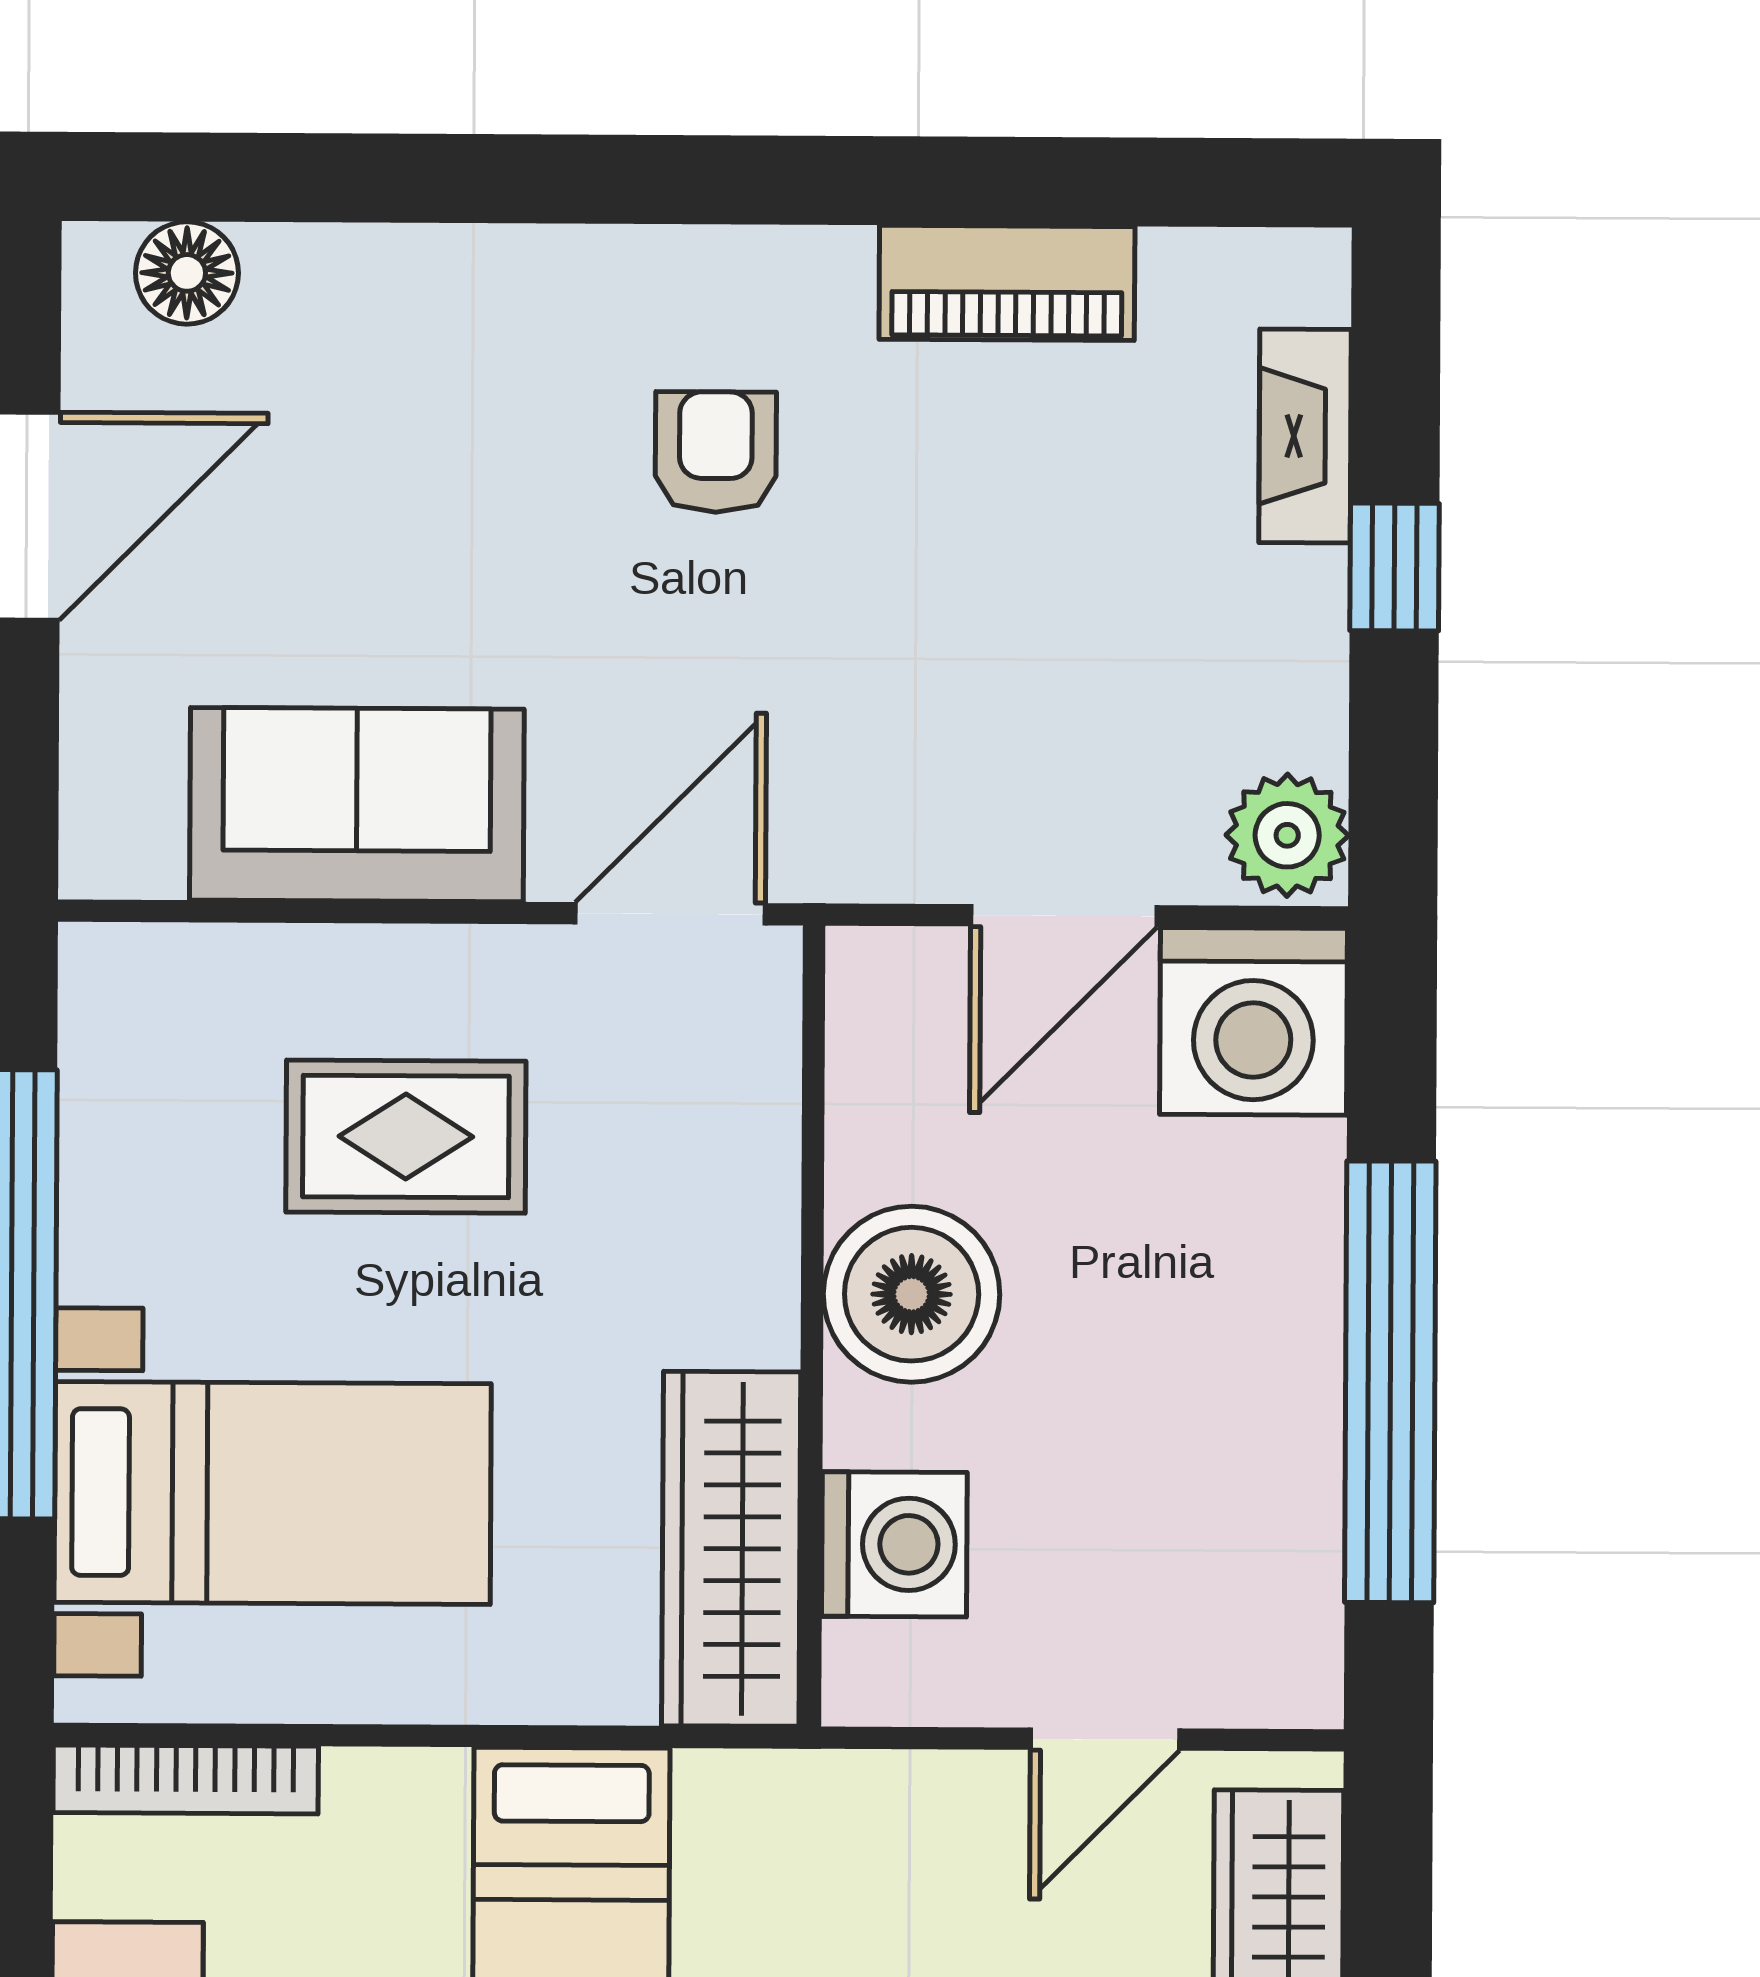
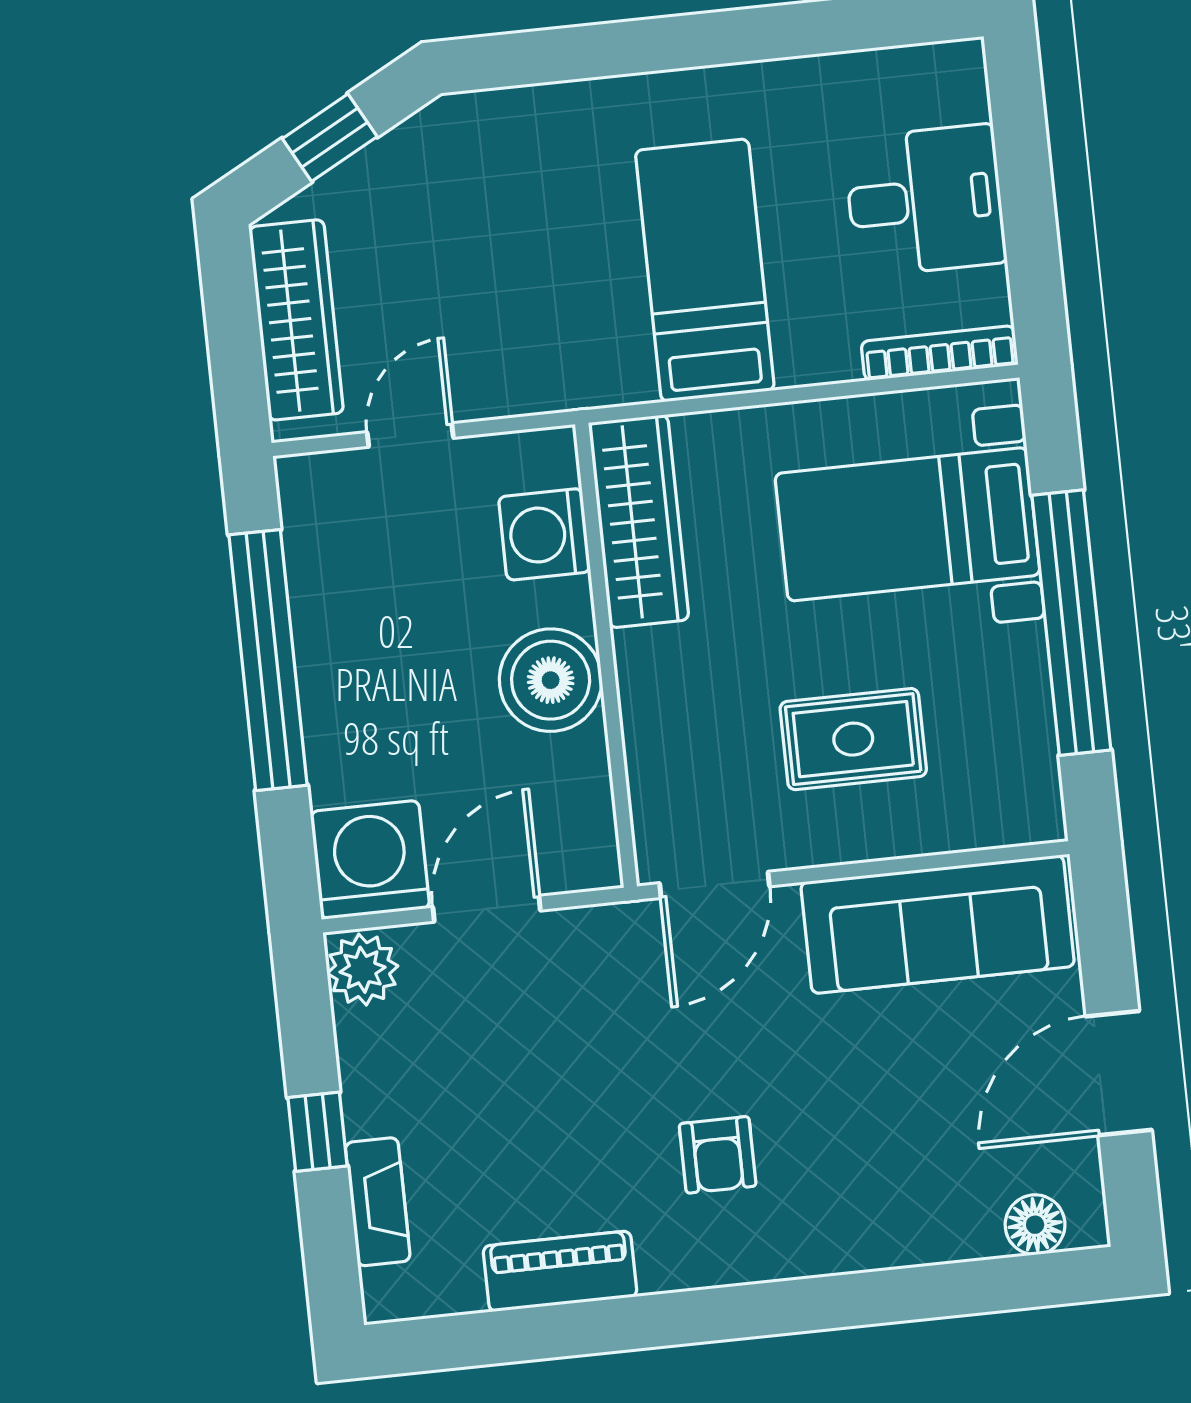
sofa: (357, 805) -> (938, 924), width x1.36

